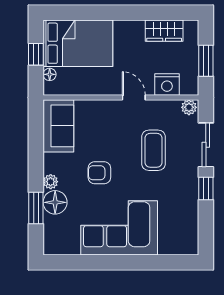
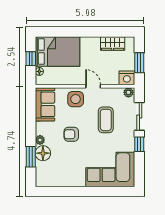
nightstand: (167, 84) -> (127, 78), moved
side table: (106, 118) -> (76, 99), added
corner sofa: (119, 228) -> (110, 169), moved

